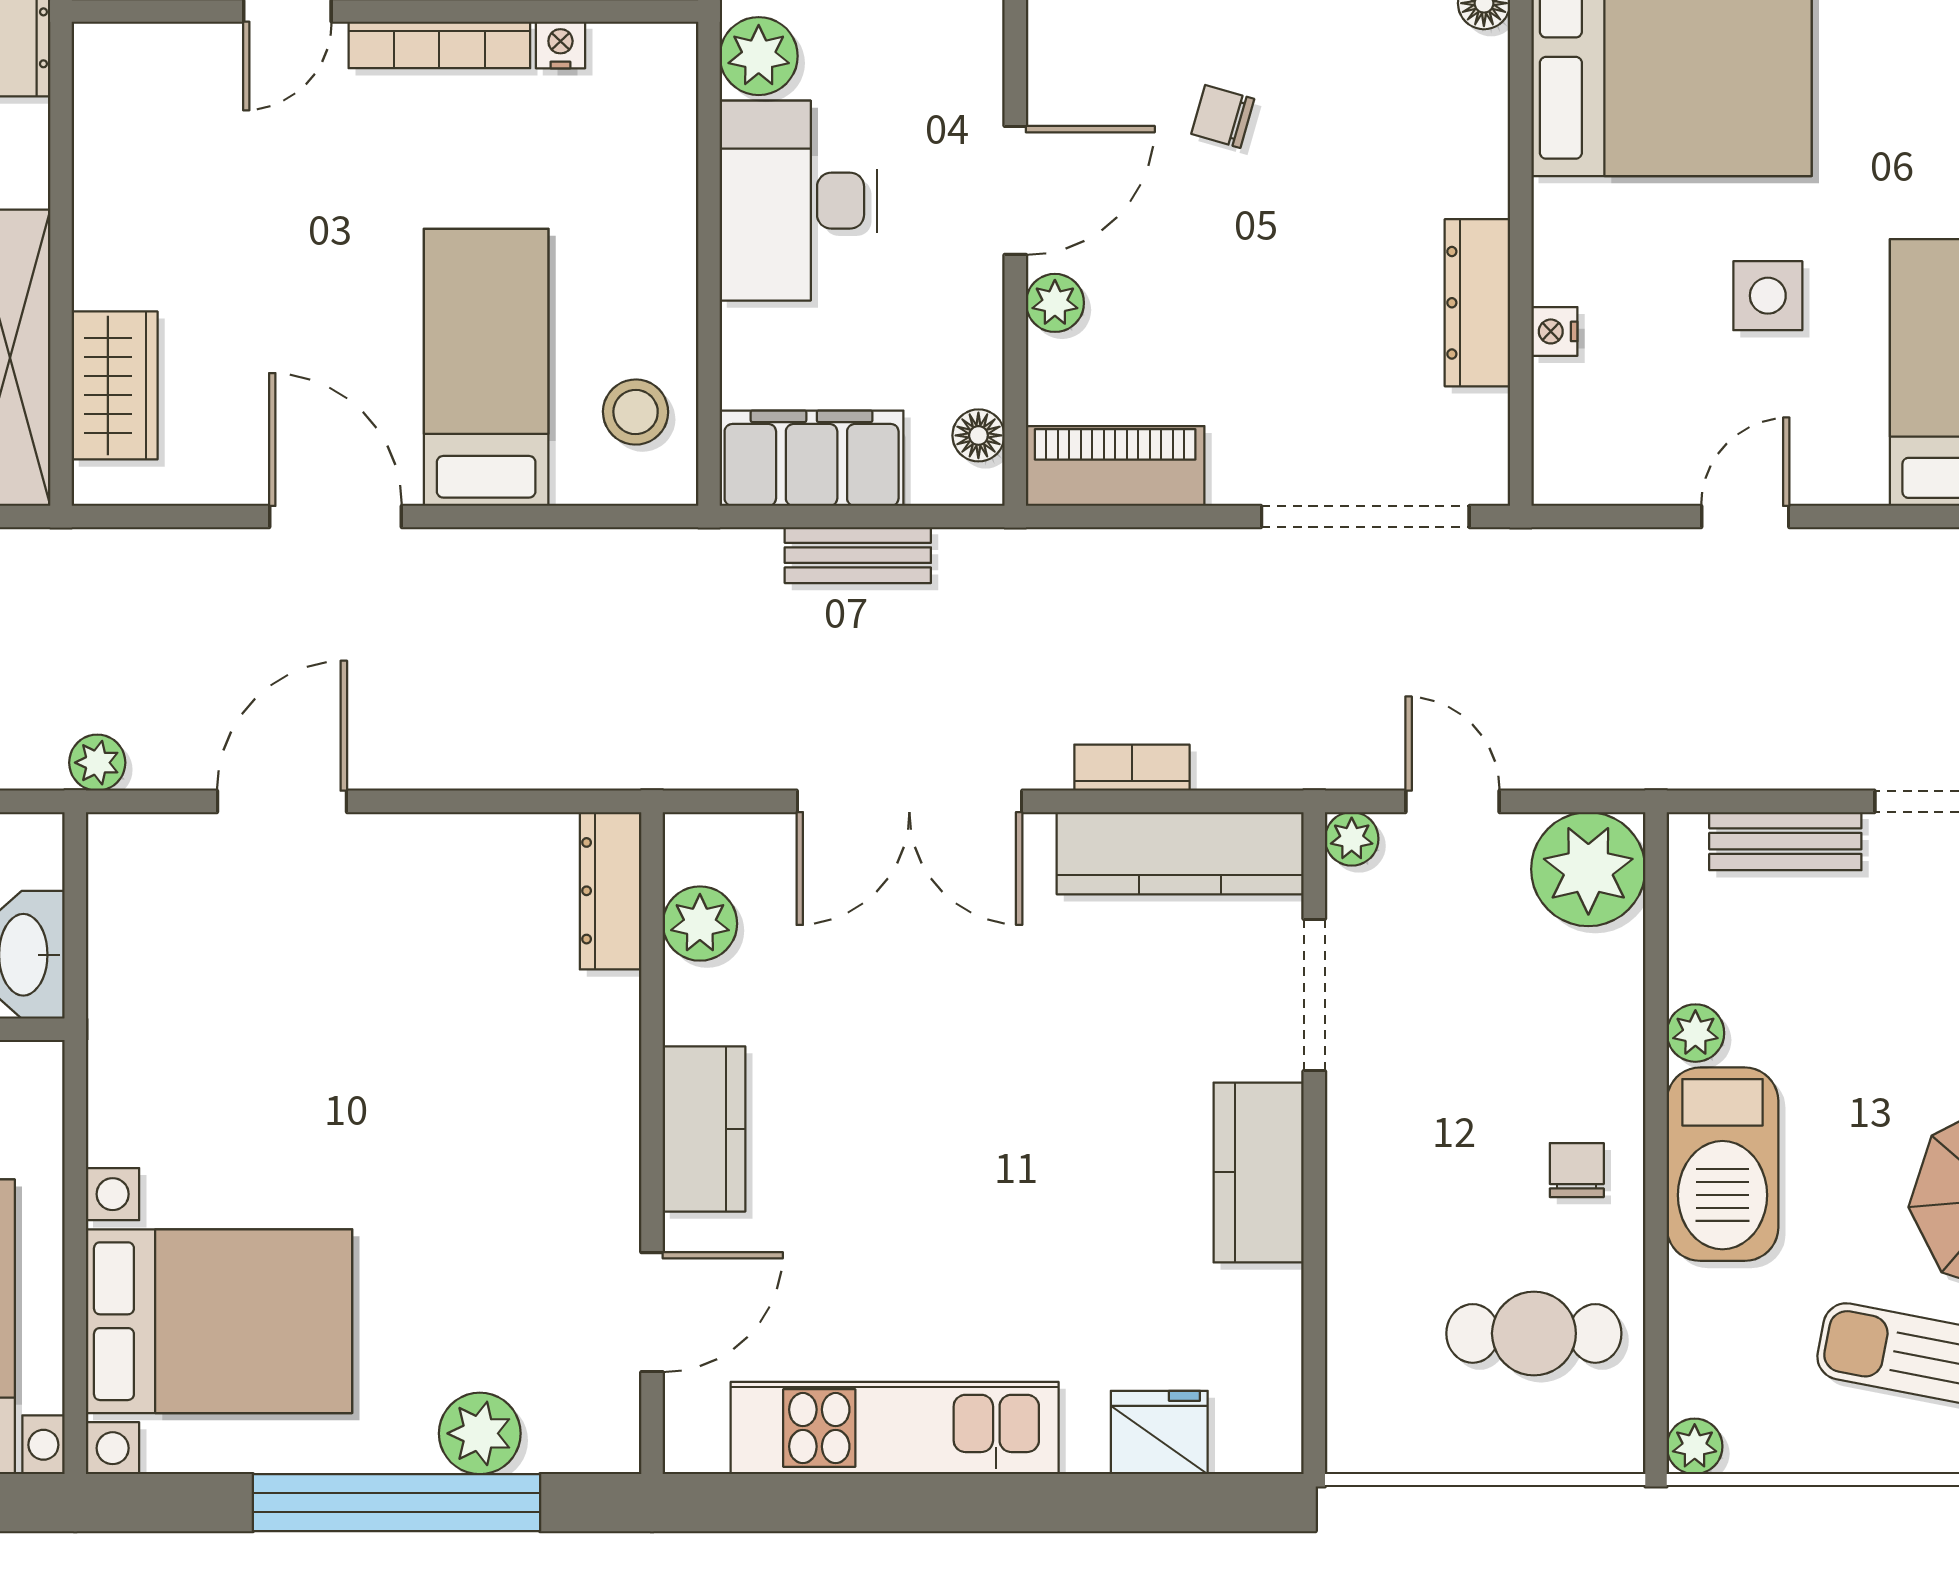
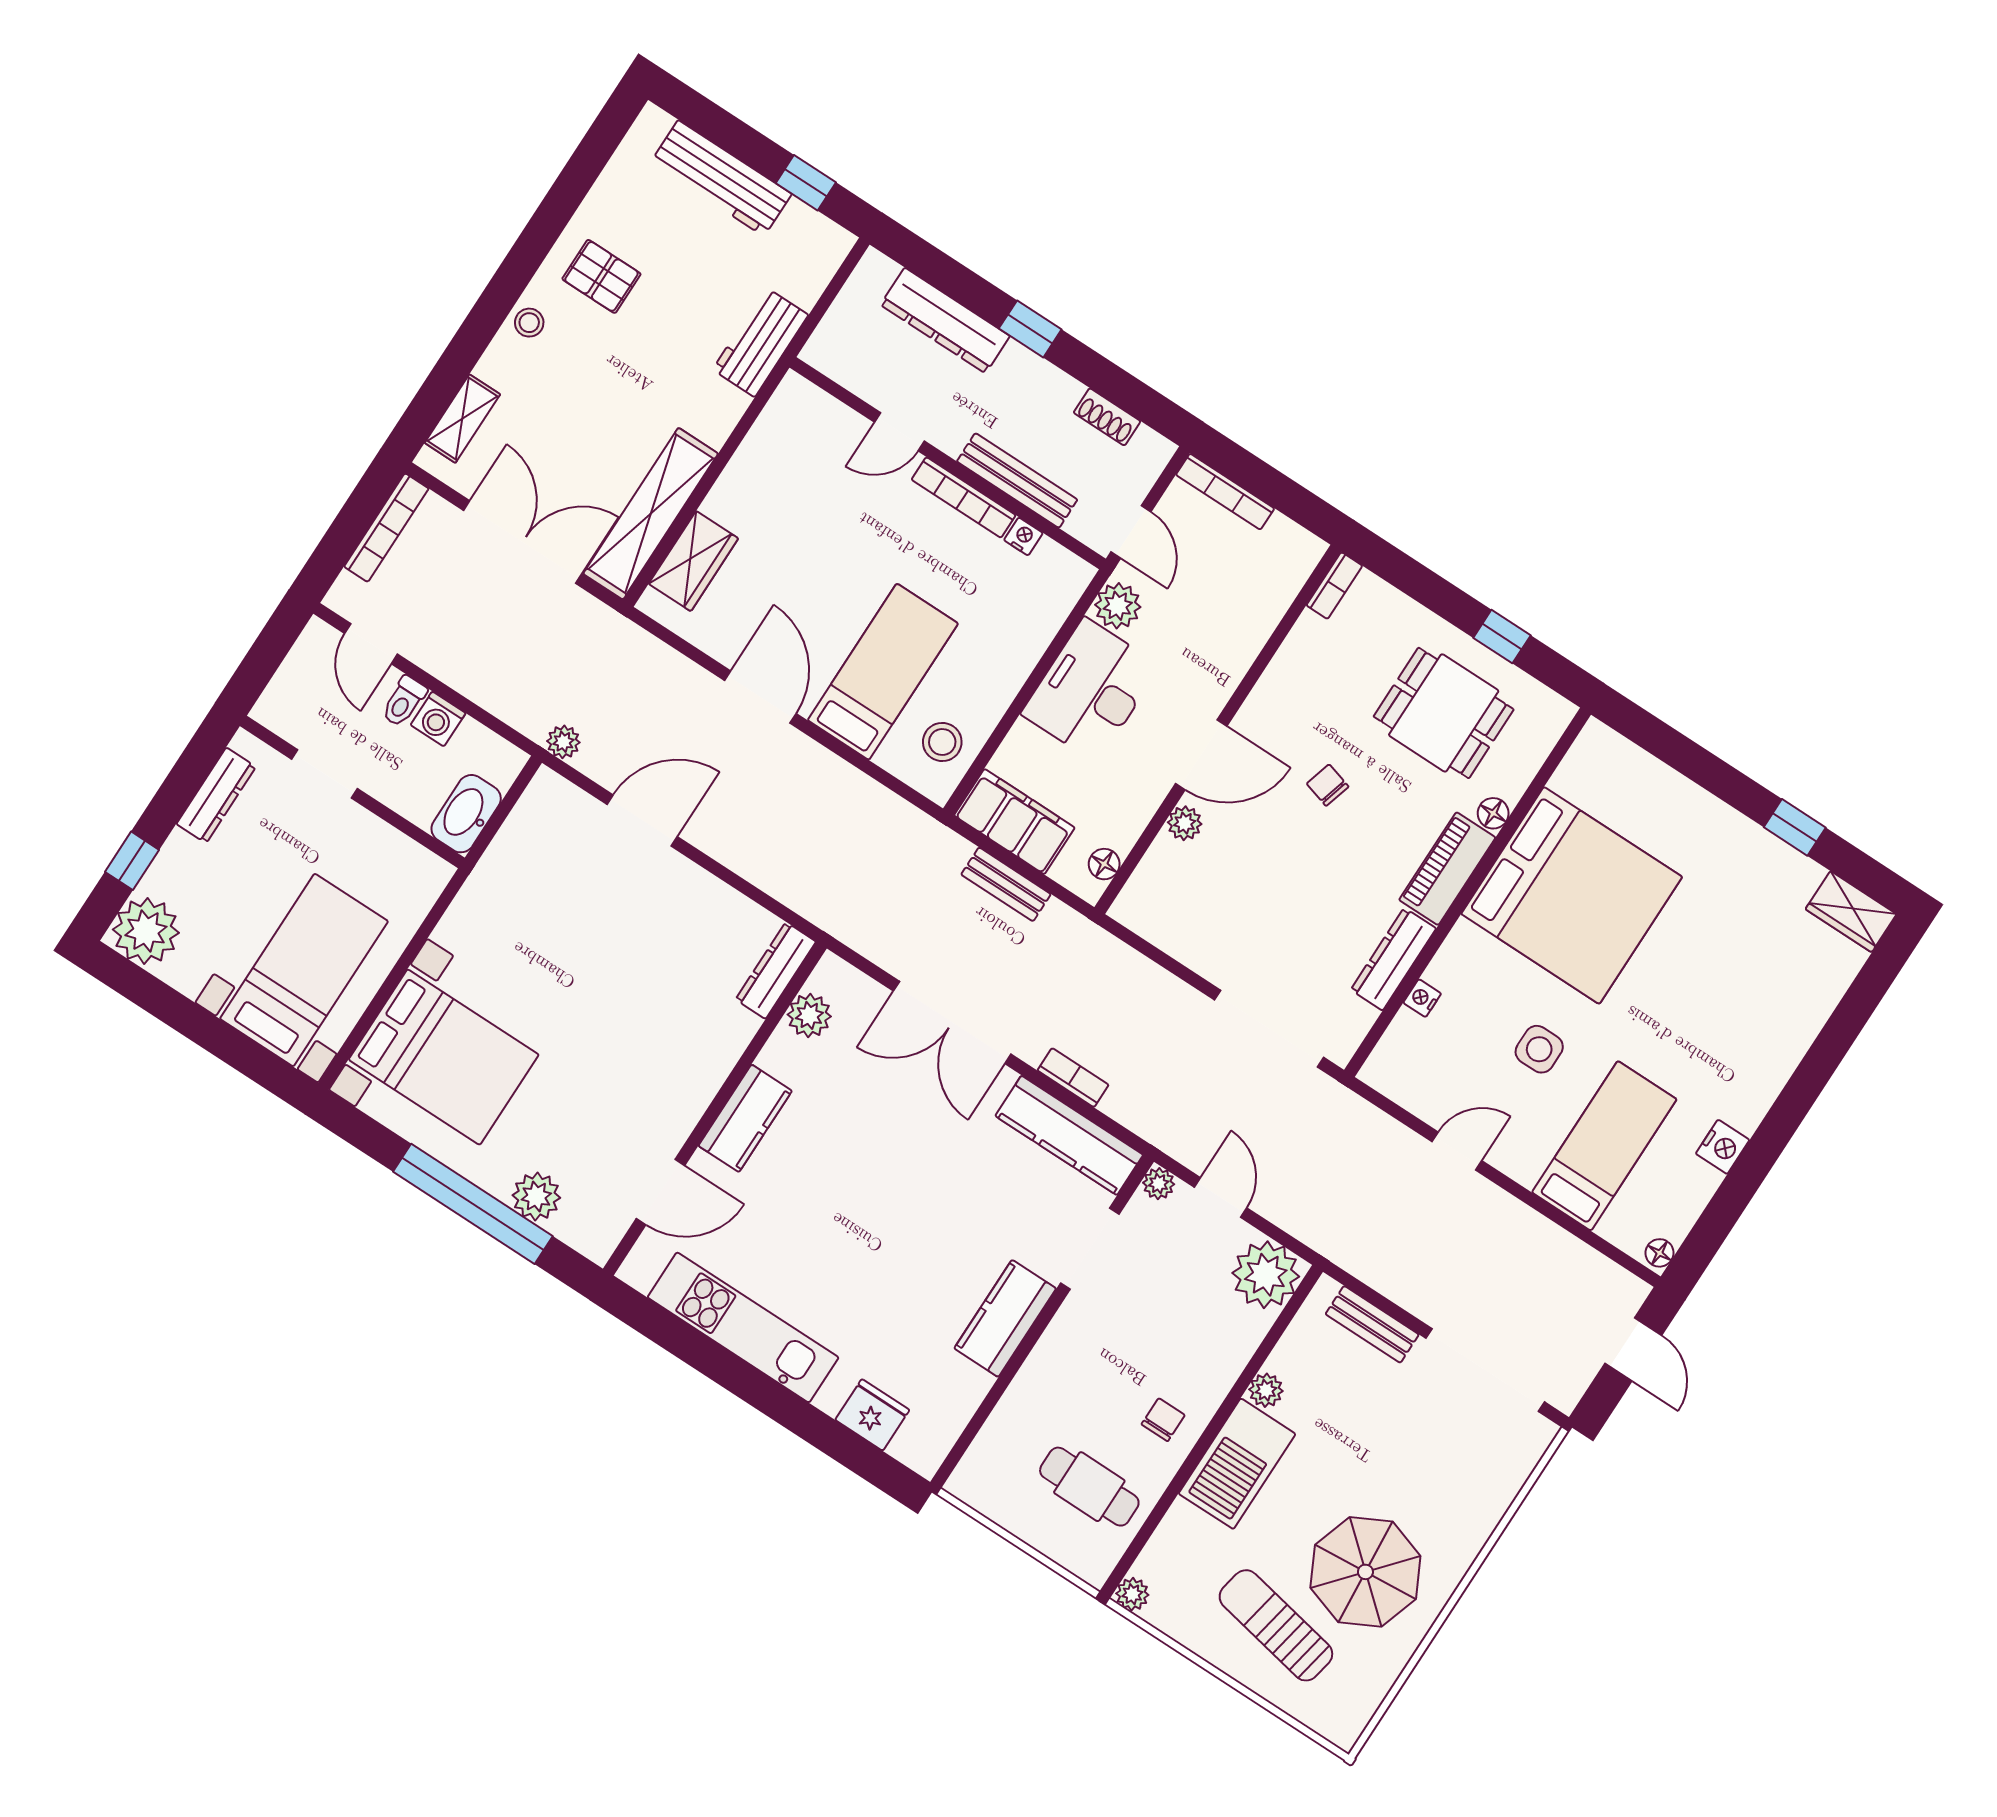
piano: (1115, 466) -> (1447, 869), moved, turned -90

